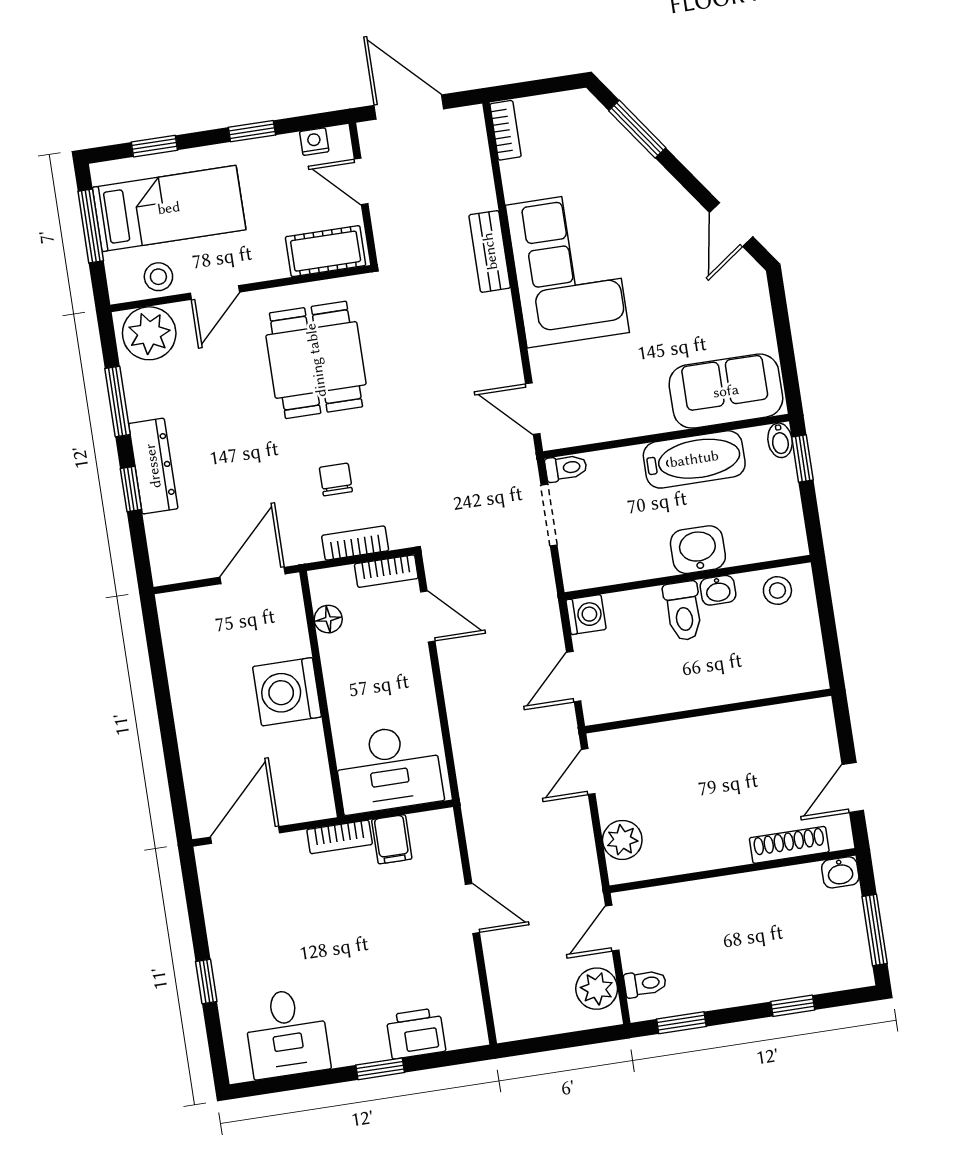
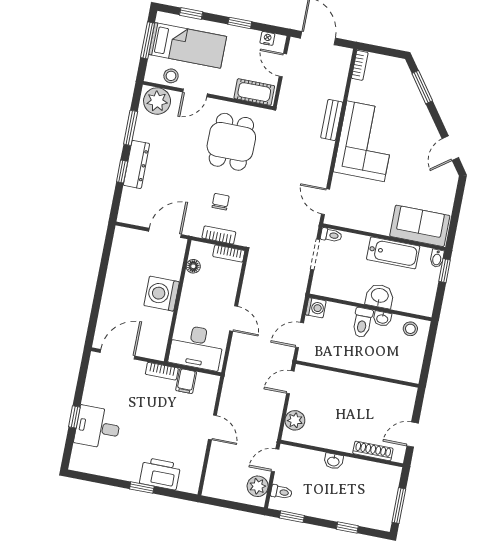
door: (428, 616) -> (234, 319), moved
washbasin: (840, 872) -> (333, 461), moved
desk: (287, 1033) -> (98, 427), moved, turned 90
printer: (416, 1033) -> (160, 474), width x1.37, depth x1.19

